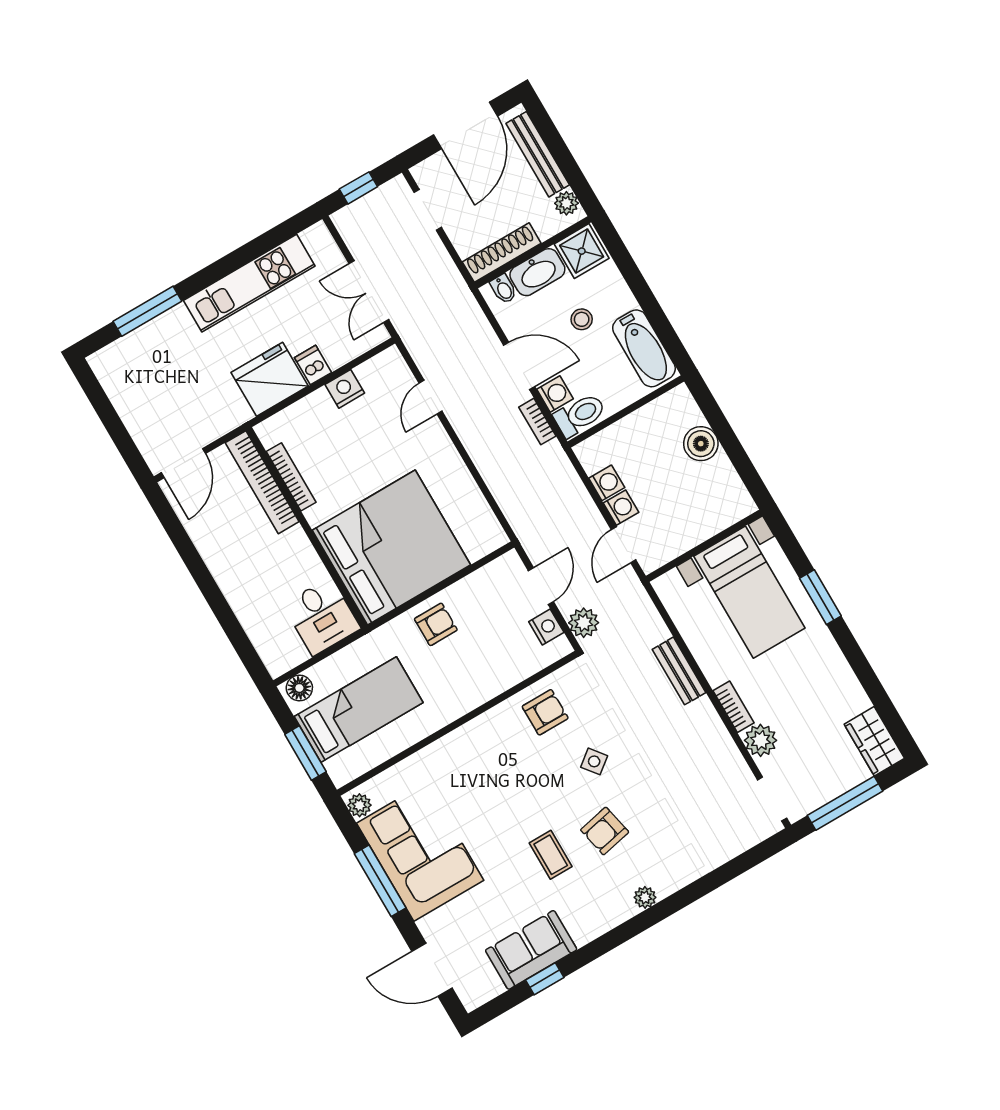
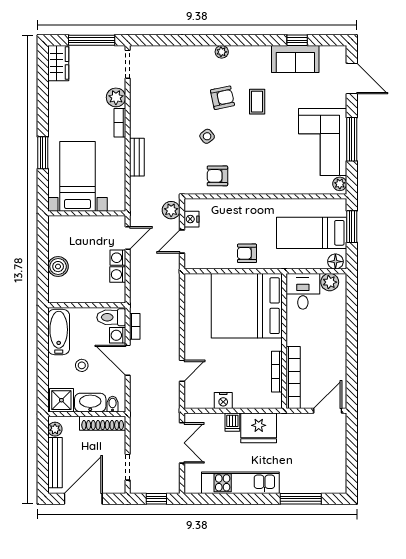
plant: (290, 653) -> (330, 282), added

